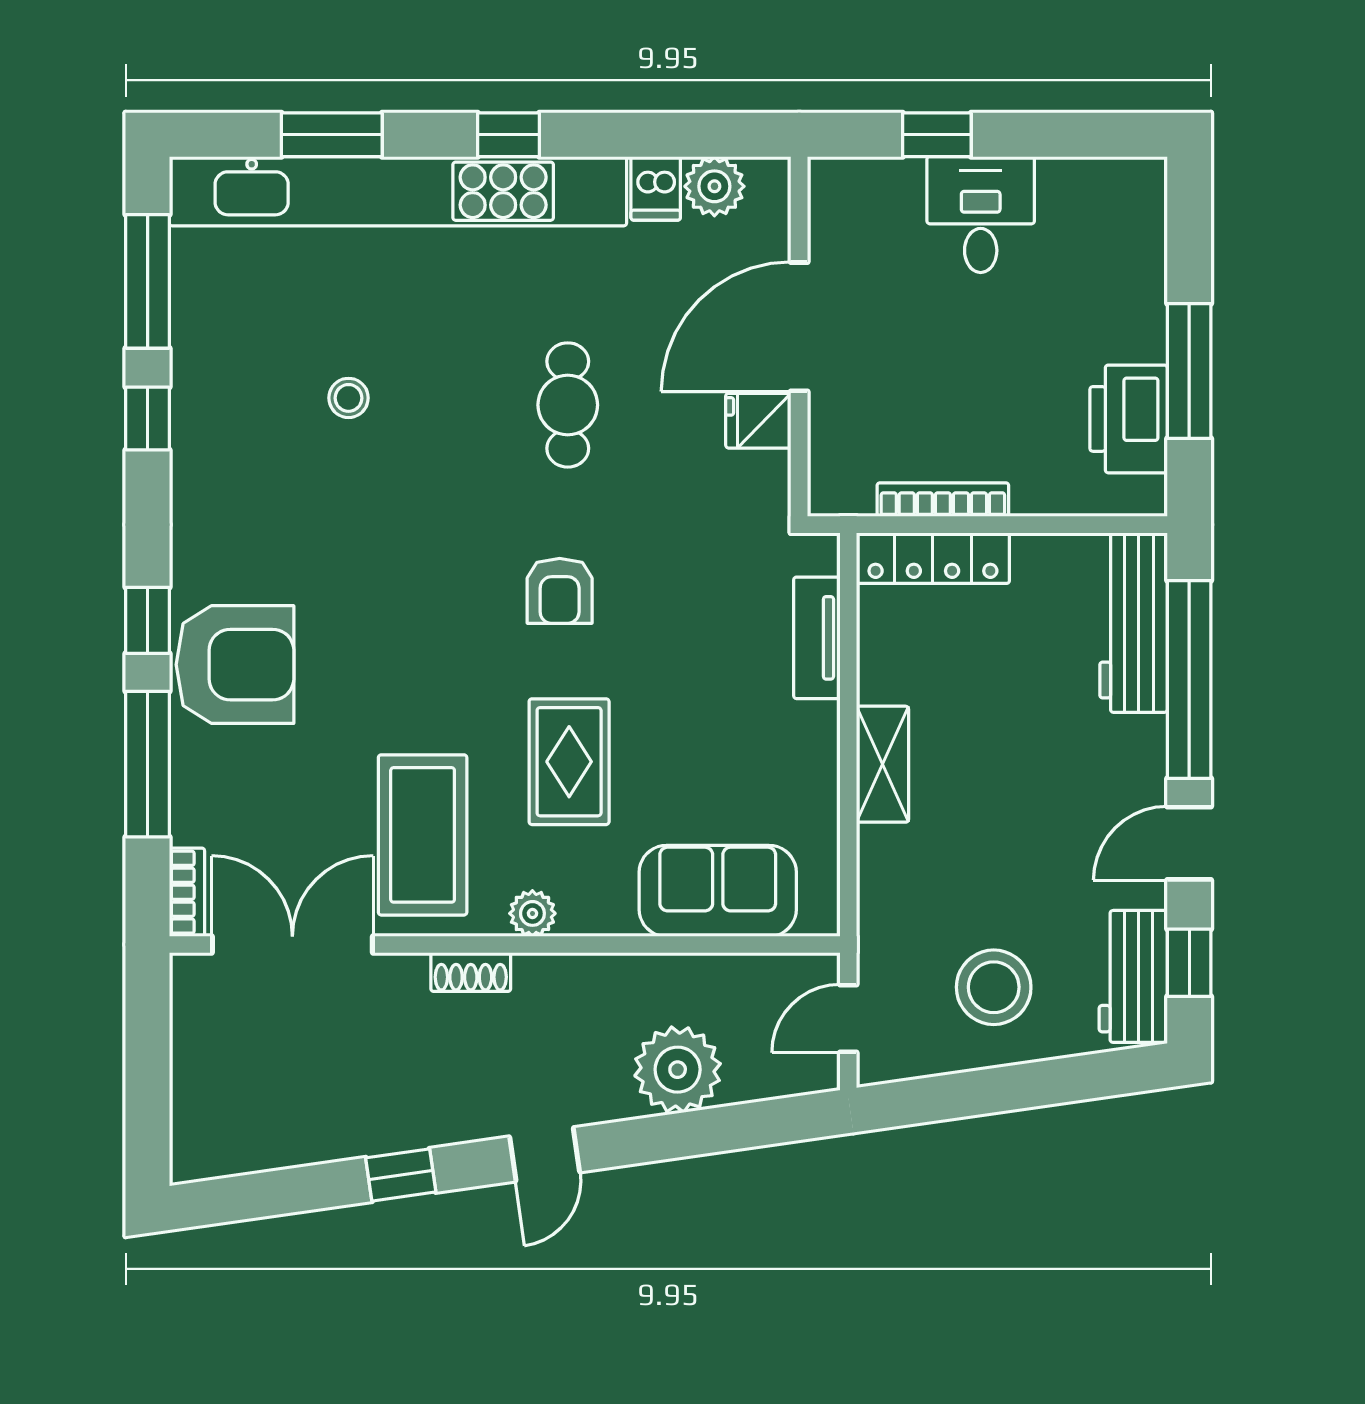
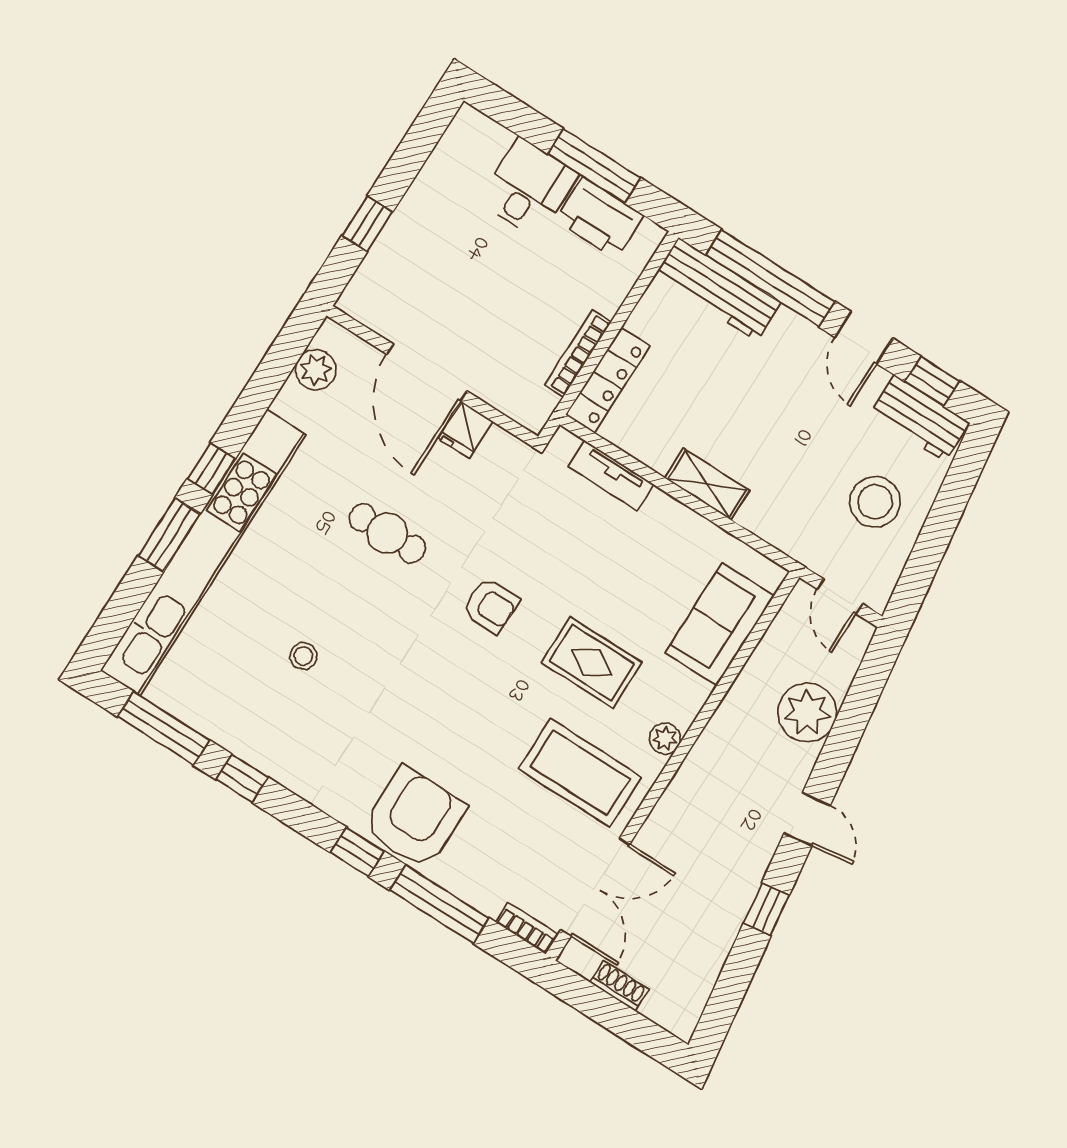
window: (332, 135) -> (169, 535), moved
dishwasher: (656, 188) -> (295, 404), removed
desk: (981, 215) -> (528, 188), moved, turned 90
double door: (292, 945) -> (595, 887), swing flipped
shoe rack: (471, 972) -> (619, 986), moved, turned -90

